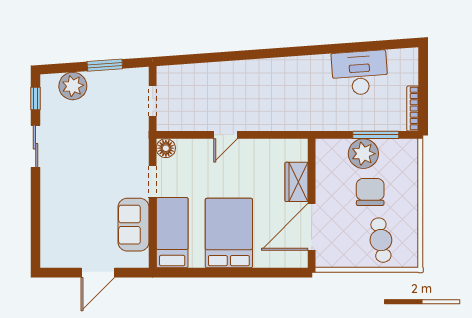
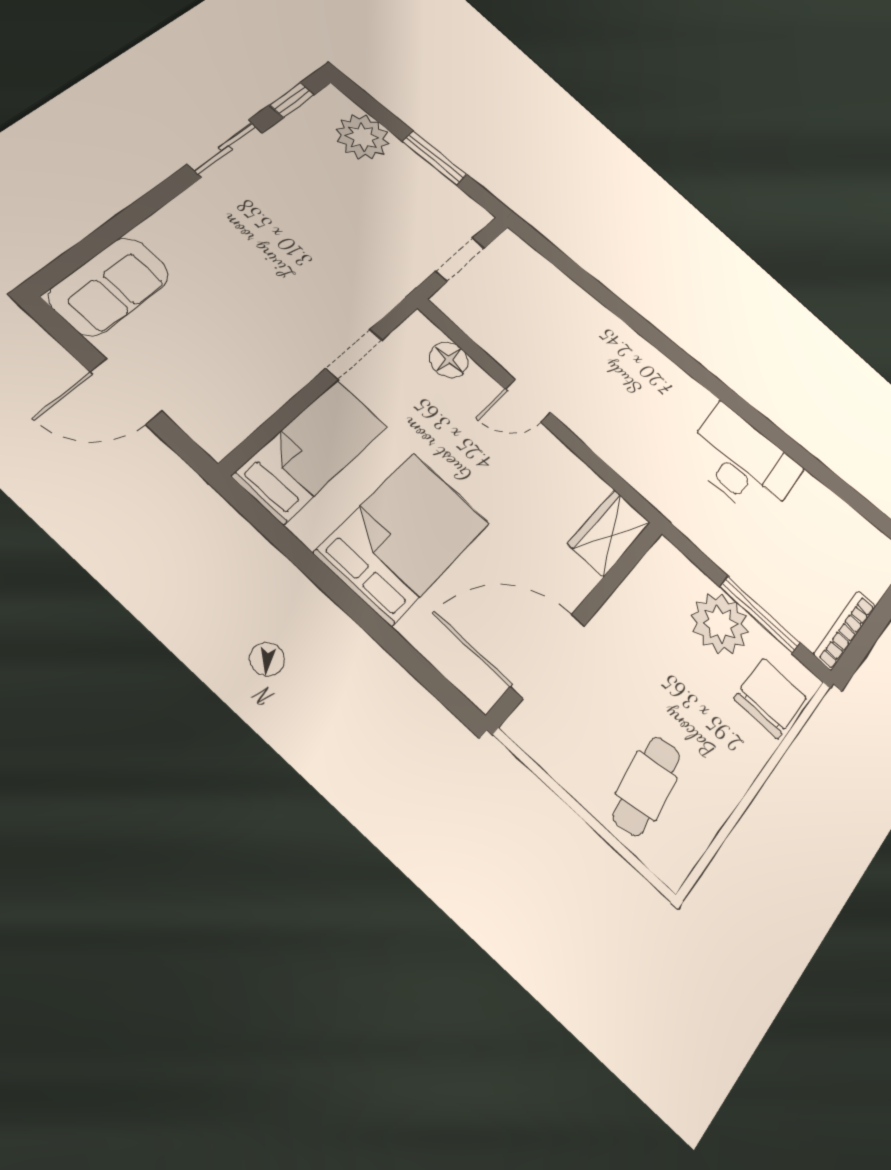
desk: (360, 73) -> (743, 462), moved
floor lamp: (166, 148) -> (449, 360), moved
wardrobe: (297, 182) -> (609, 533), moved
chair: (370, 192) -> (770, 698), moved
sofa: (133, 225) -> (109, 286), moved, turned 180

